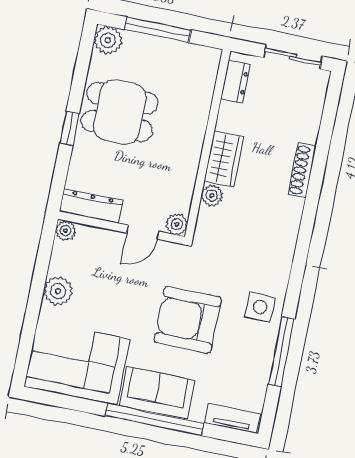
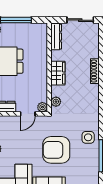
dresser: (235, 82) -> (56, 37), width x1.44
plant: (212, 196) -> (56, 102), moved

